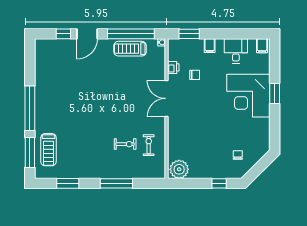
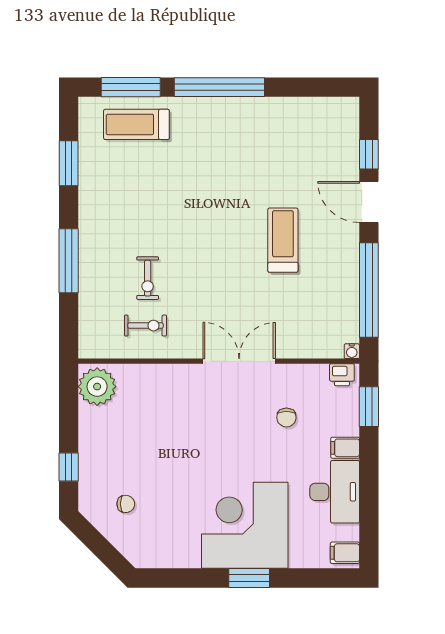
treadmill: (130, 49) -> (283, 240), moved
desk: (236, 51) -> (335, 492), width x1.37
printer: (173, 67) -> (342, 375), moved

